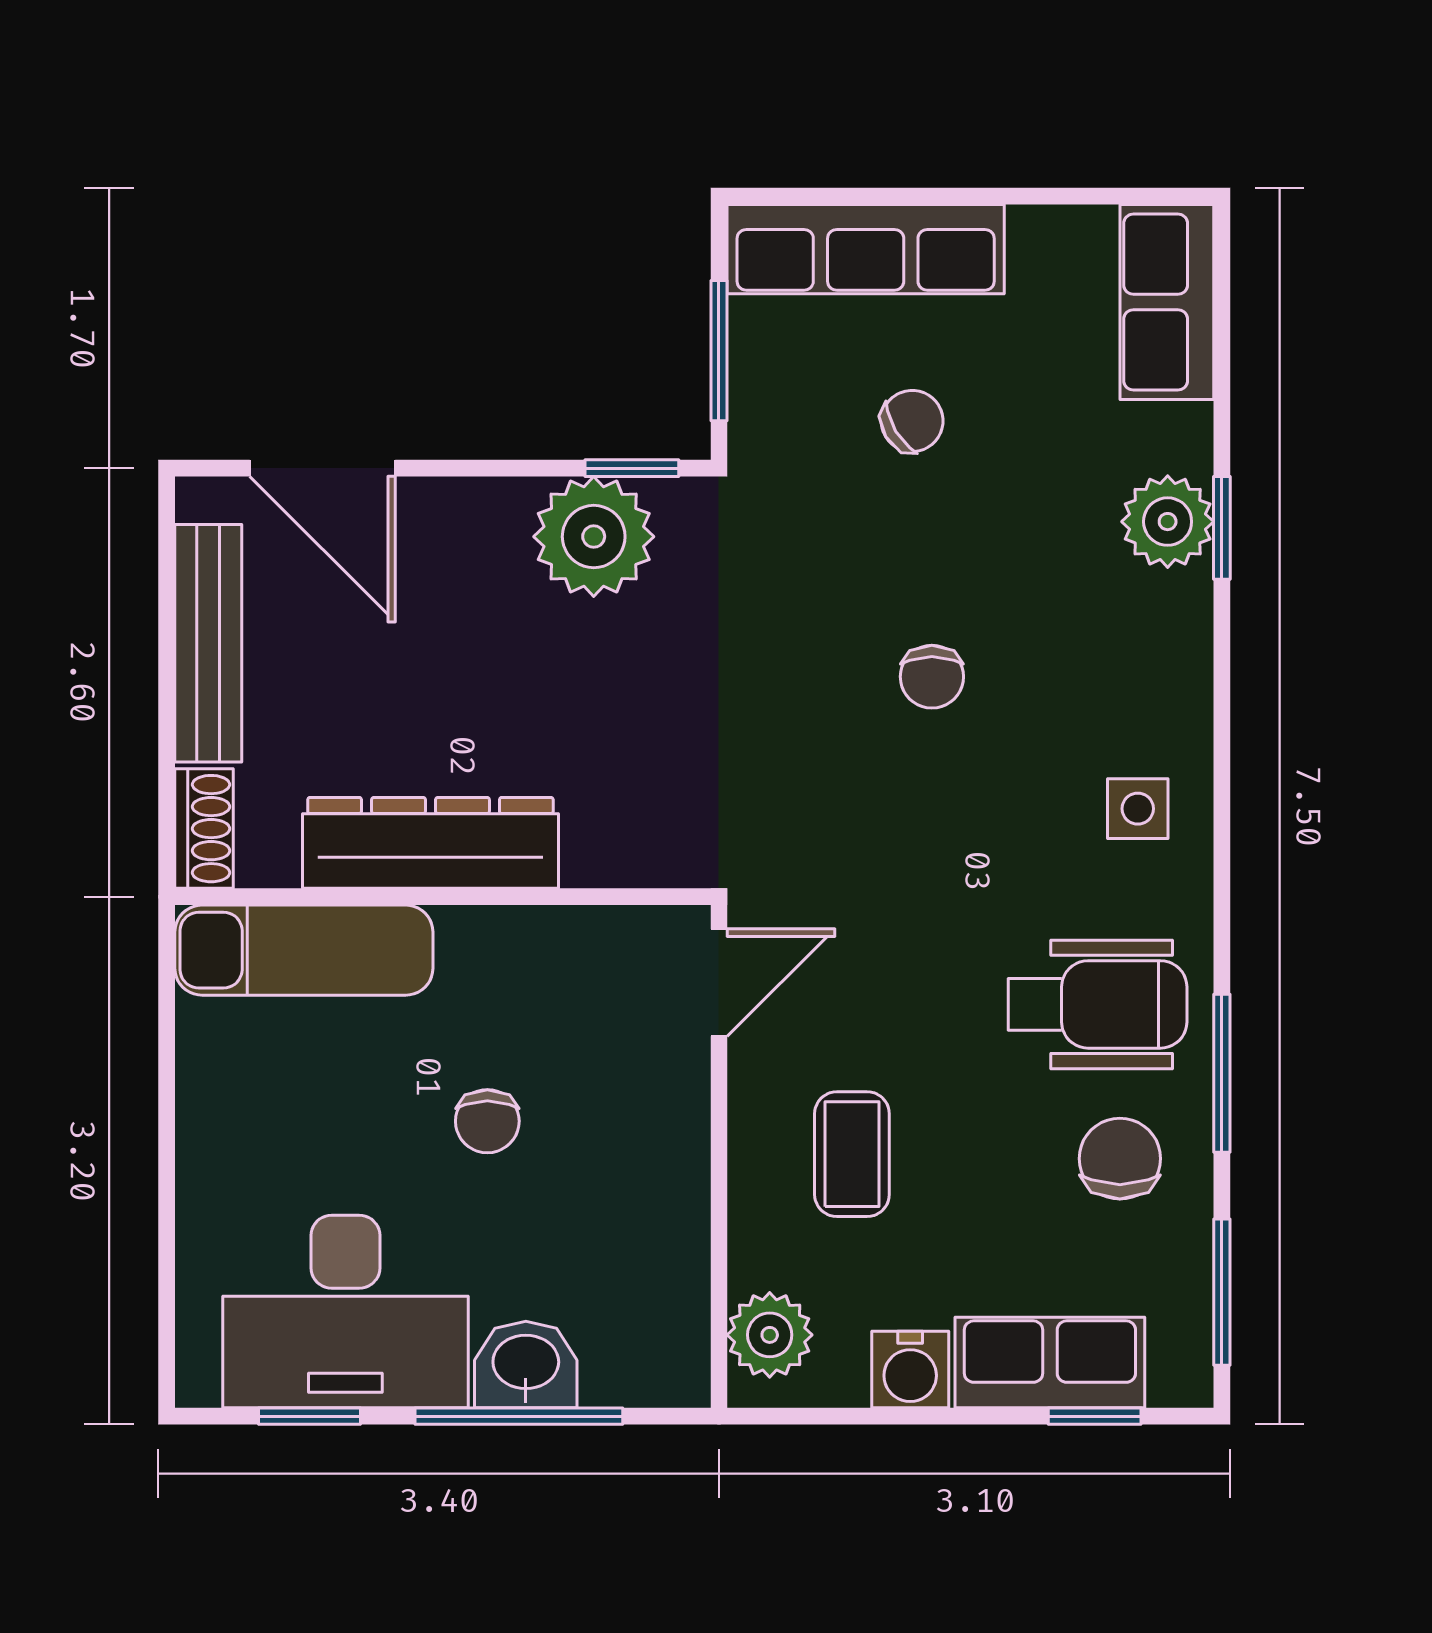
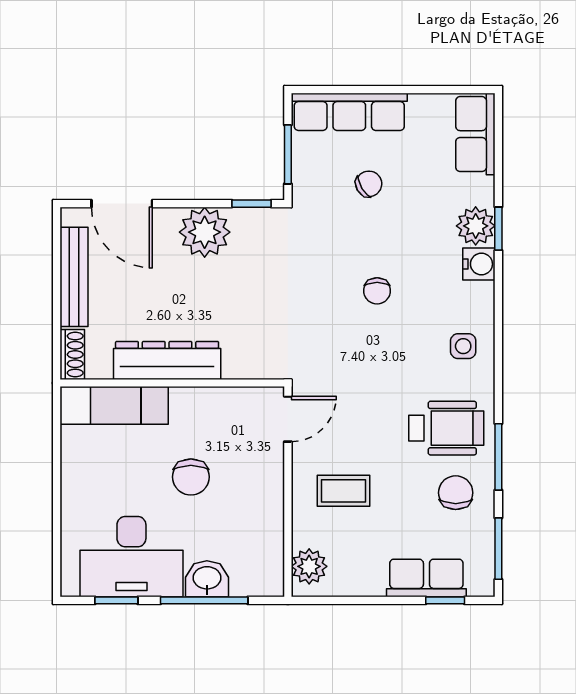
plant: (594, 537) -> (205, 232), moved
chair: (487, 1121) -> (191, 477), width x1.37, depth x1.37
coffee table: (852, 1154) -> (344, 491), turned 90
water cooler: (910, 1369) -> (479, 264), moved, turned -90

